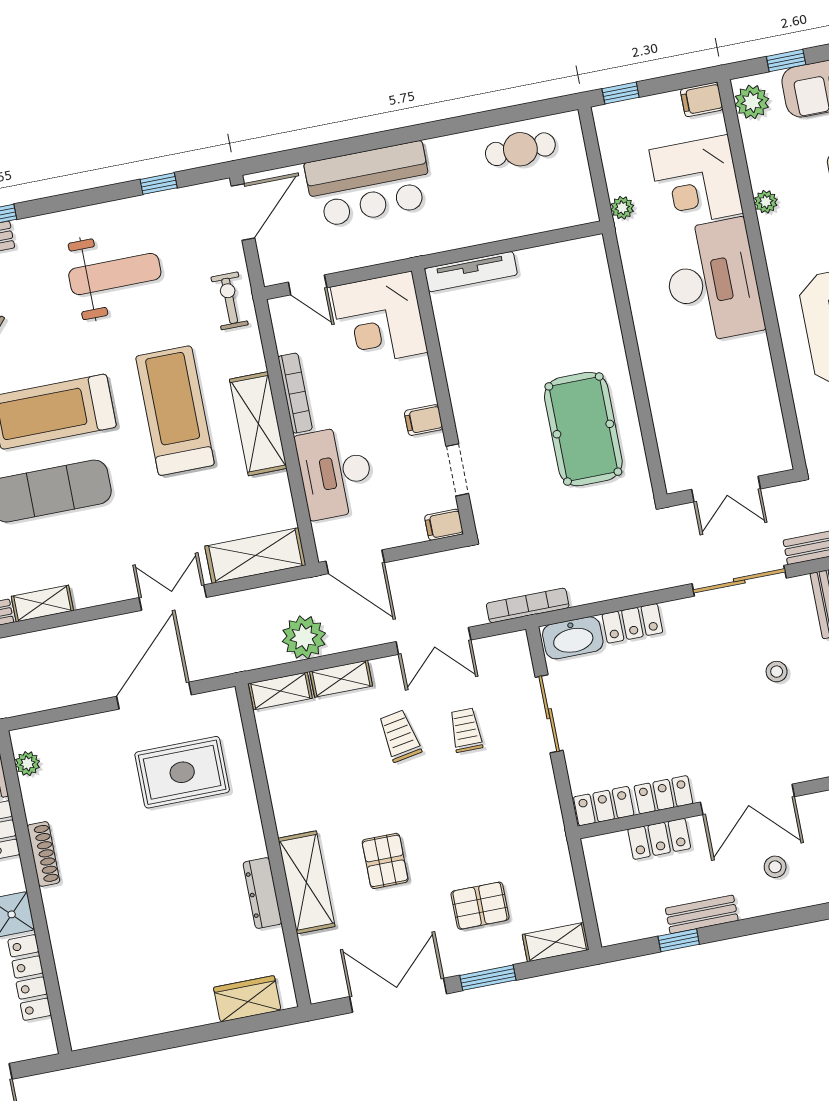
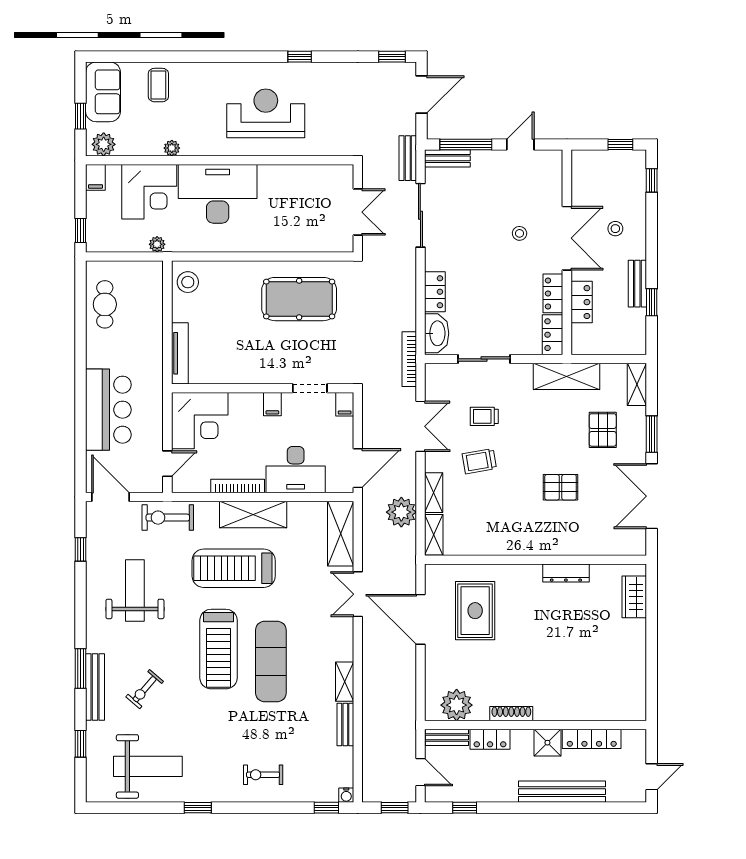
stool: (576, 263) -> (188, 282), added
exercise bike: (230, 301) -> (168, 518), width x1.38, depth x1.39
stool: (777, 672) -> (520, 233), moved
plant: (27, 764) -> (457, 705), width x1.88, depth x1.88
shelving: (306, 882) -> (567, 376), moved

